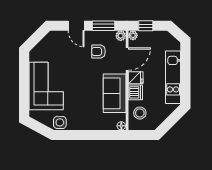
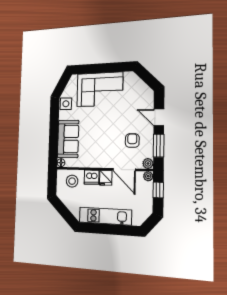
door: (76, 26) -> (159, 117), hinge flipped
sofa: (115, 93) -> (68, 139), moved, turned 90

